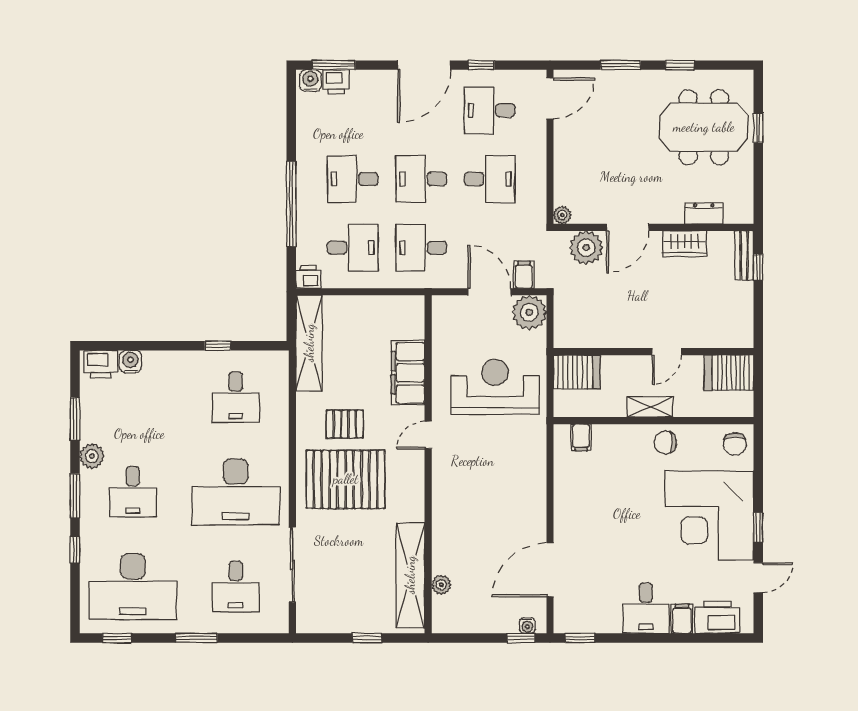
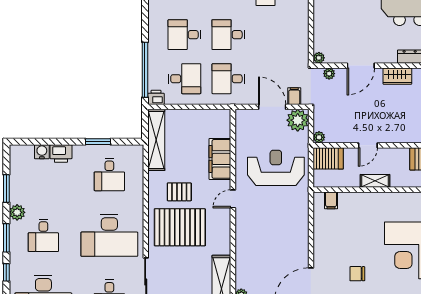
desk: (490, 179) -> (272, 35), removed
window: (291, 204) -> (145, 70), moved
plant: (586, 248) -> (329, 74), width x0.53, depth x0.53
plant: (563, 339) -> (319, 137), added
window: (218, 346) -> (98, 142), width x1.50
door: (667, 352) -> (368, 145), moved
printer: (101, 364) -> (61, 153), moved
chair: (665, 442) -> (357, 274), moved

